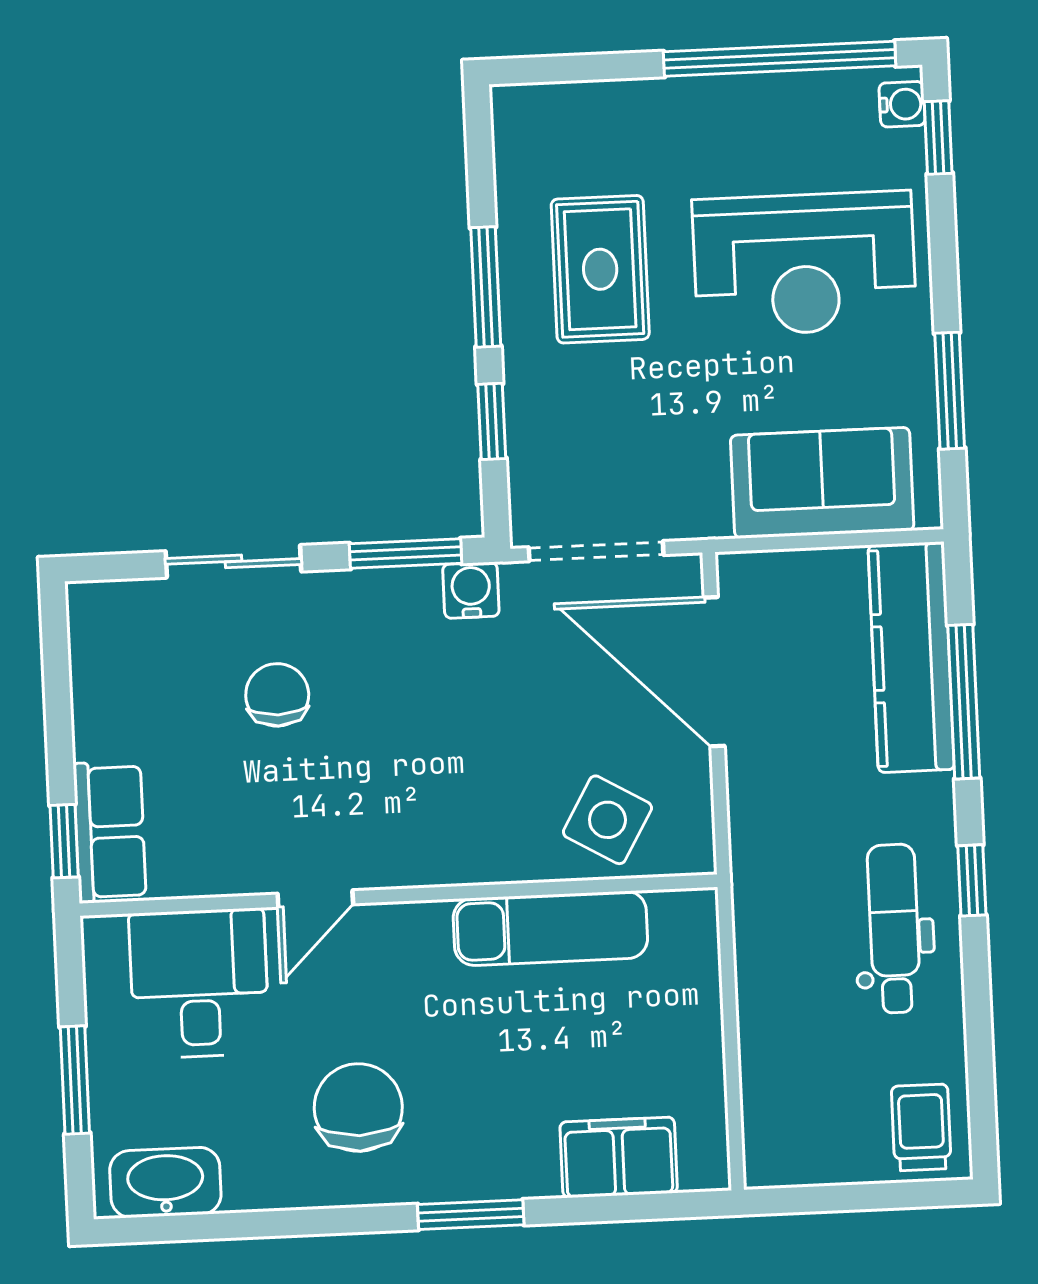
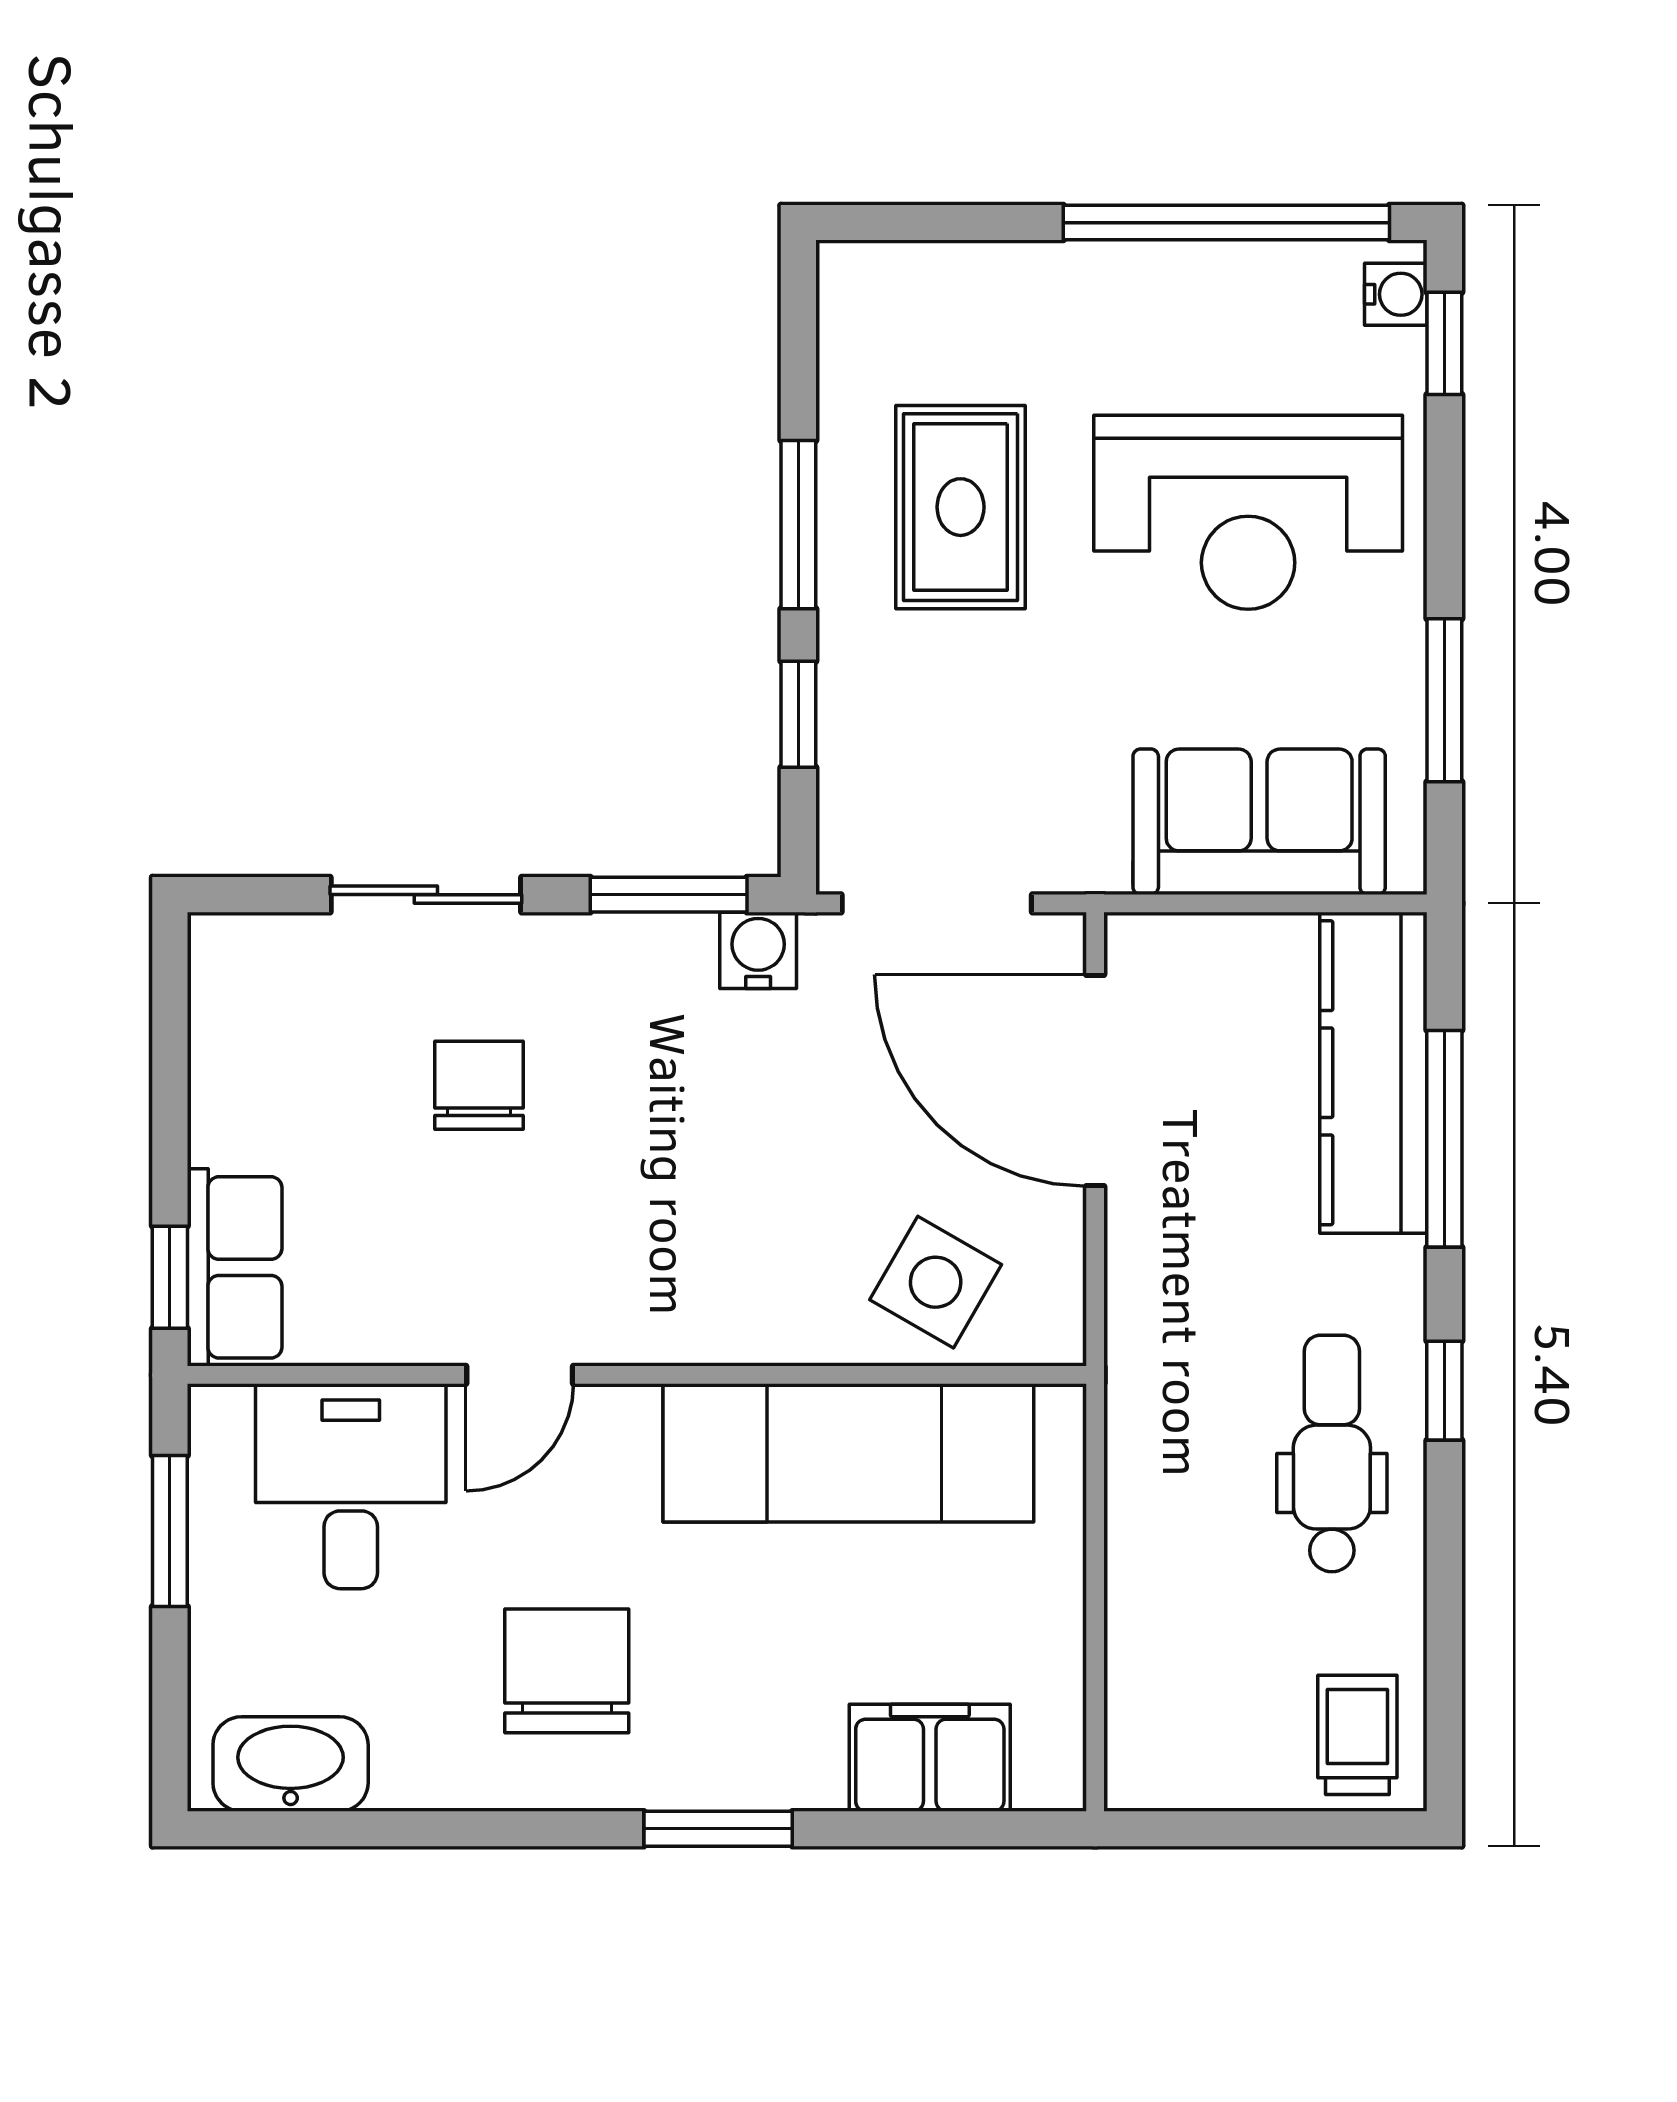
exam couch: (550, 928) -> (848, 1453), width x1.36, depth x1.45
window: (75, 1080) -> (170, 1531), moved

